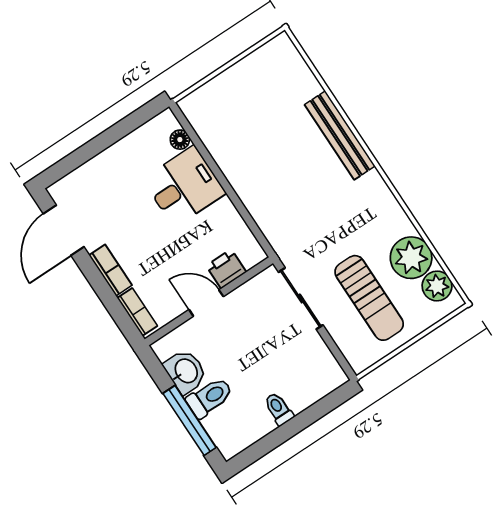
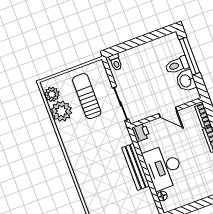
bench: (340, 135) -> (136, 167), moved
desk: (184, 186) -> (163, 167), width x1.37
printer: (226, 269) -> (141, 132), moved, turned -90
toilet: (279, 409) -> (116, 62), moved

